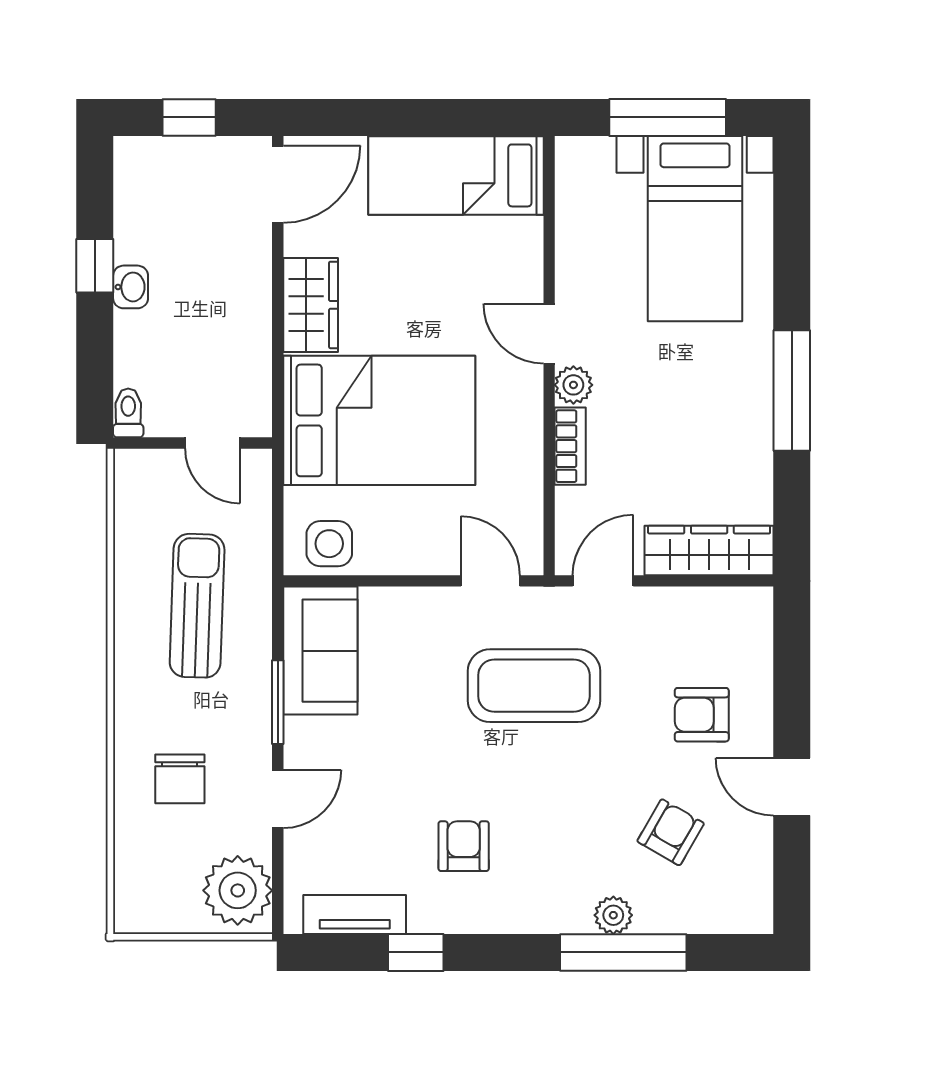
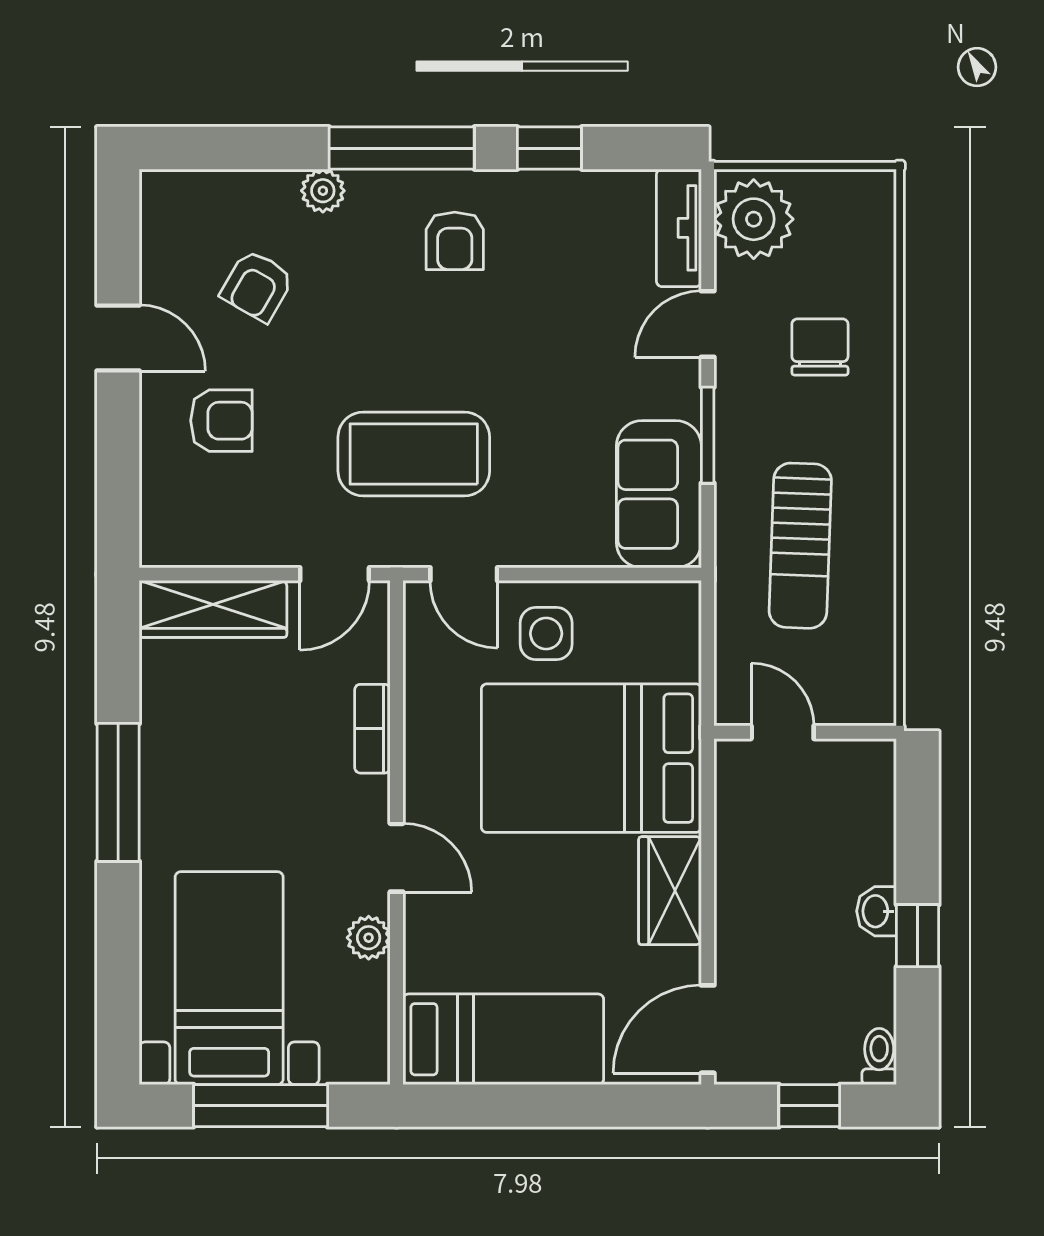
plant: (573, 385) -> (369, 938), moved
toilet: (128, 413) -> (879, 1056), moved, turned 180
side table: (329, 544) -> (546, 634), moved
armchair: (464, 846) -> (455, 241), moved
tv unit: (355, 914) -> (679, 228), moved, turned 90
window: (623, 952) -> (402, 148), moved

